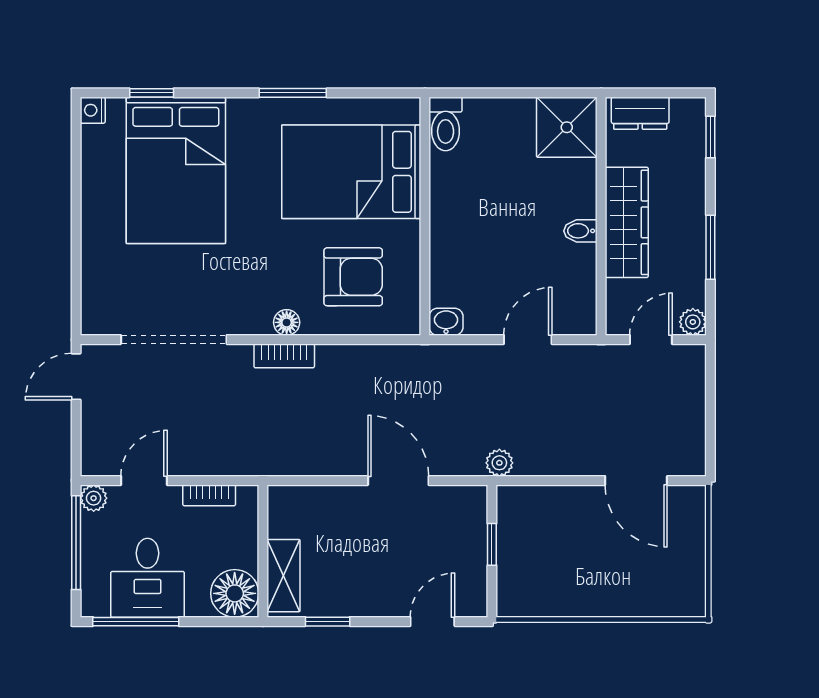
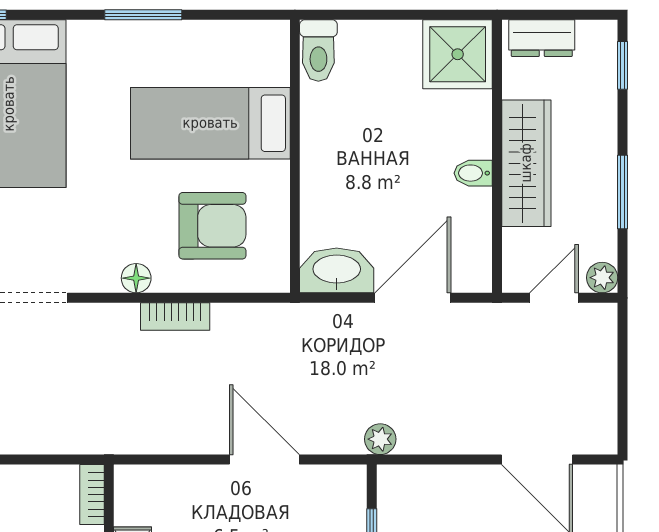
bed: (351, 172) -> (210, 123), width x0.67
washbasin: (446, 322) -> (337, 270), width x1.91, depth x1.45
door: (528, 340) -> (413, 298), width x1.38
bookcase: (284, 356) -> (175, 316), moved
bookcase: (209, 495) -> (92, 495), moved, turned 90

